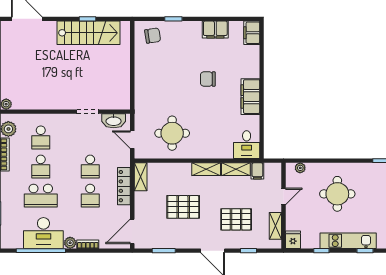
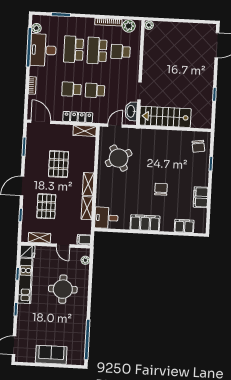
stairs: (88, 33) -> (165, 117), moved, turned 90
filing cabinet: (252, 33) -> (184, 226), moved
round table: (172, 133) -> (119, 158), turned -30
school desk: (41, 167) -> (97, 51), width x1.85
filing cabinet: (257, 171) -> (84, 240), moved
kitchen unit: (348, 241) -> (25, 281), moved
plant: (70, 243) -> (36, 28), moved

